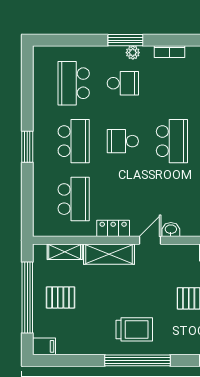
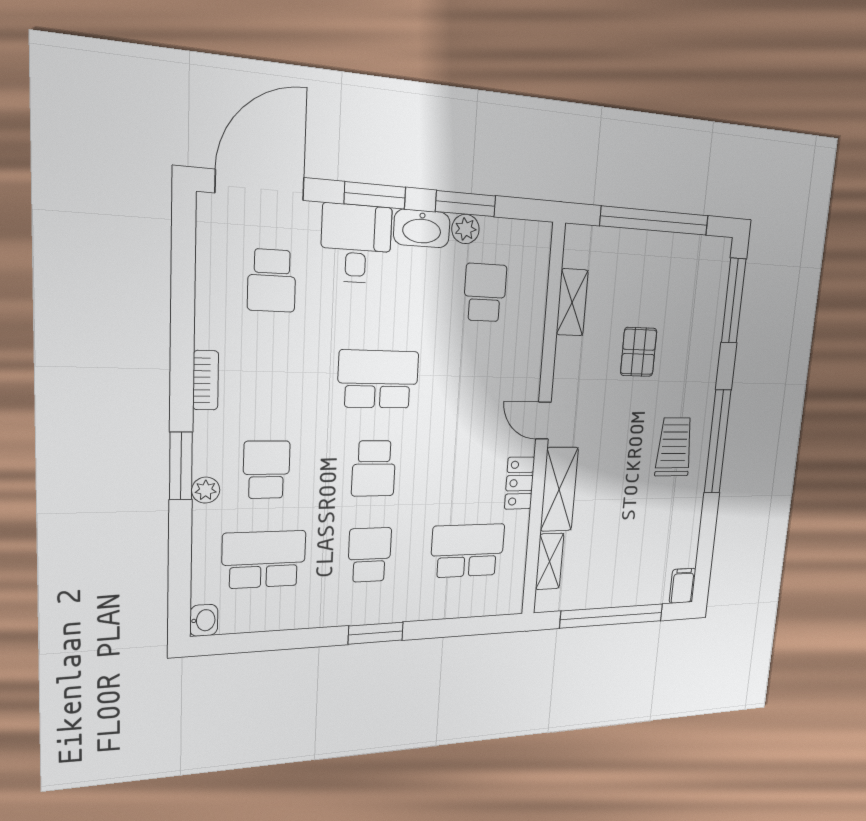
plant: (133, 53) -> (206, 490), moved
school desk: (74, 83) -> (264, 559), turned 180
school desk: (74, 141) -> (370, 555), width x0.54
washbasin: (171, 230) -> (204, 620), moved, turned 180
pallet: (61, 297) -> (617, 565), removed

